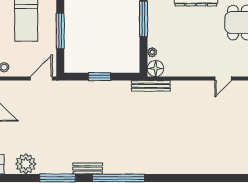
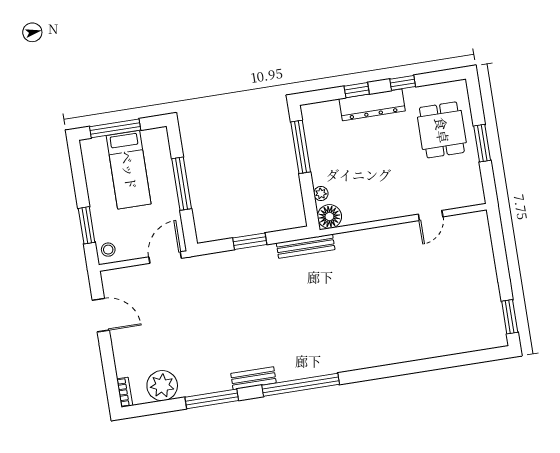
bench: (151, 86) -> (306, 246), moved

